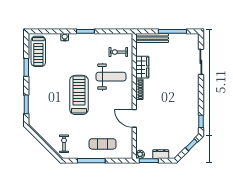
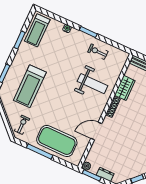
exercise bike: (118, 52) -> (98, 52), moved
treadmill: (79, 95) -> (30, 86), moved, turned 180
door: (134, 118) -> (96, 131), hinge flipped
exercise mat: (103, 144) -> (57, 141), width x2.00, depth x1.45

